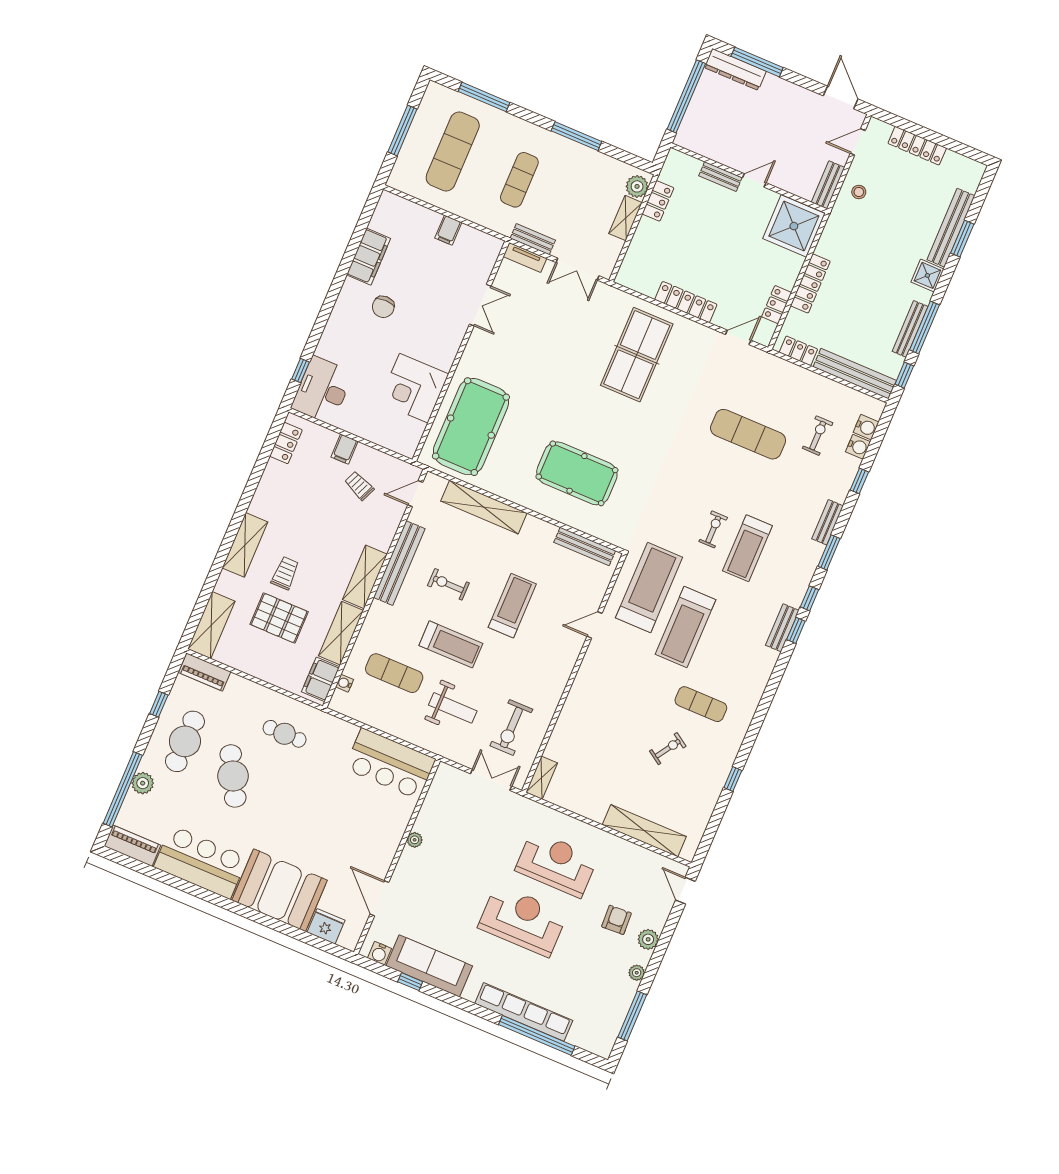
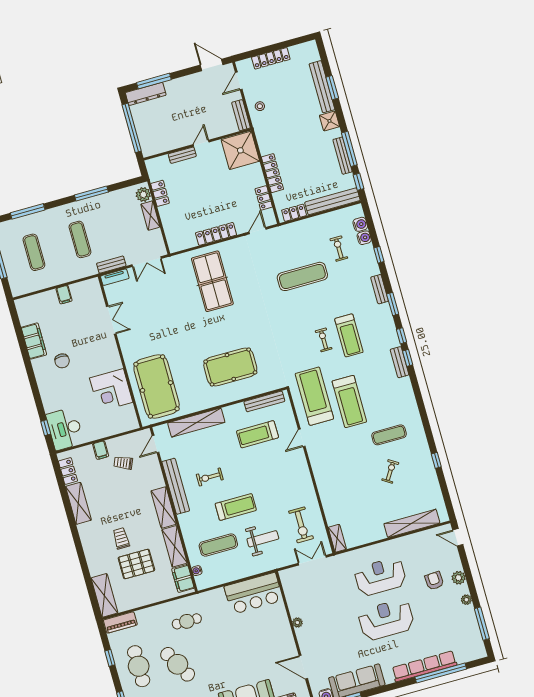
exercise mat: (453, 152) -> (34, 252), width x0.73, depth x0.69
shelving: (245, 545) -> (78, 503), moved
treadmill: (512, 606) -> (258, 434), moved, turned -90

